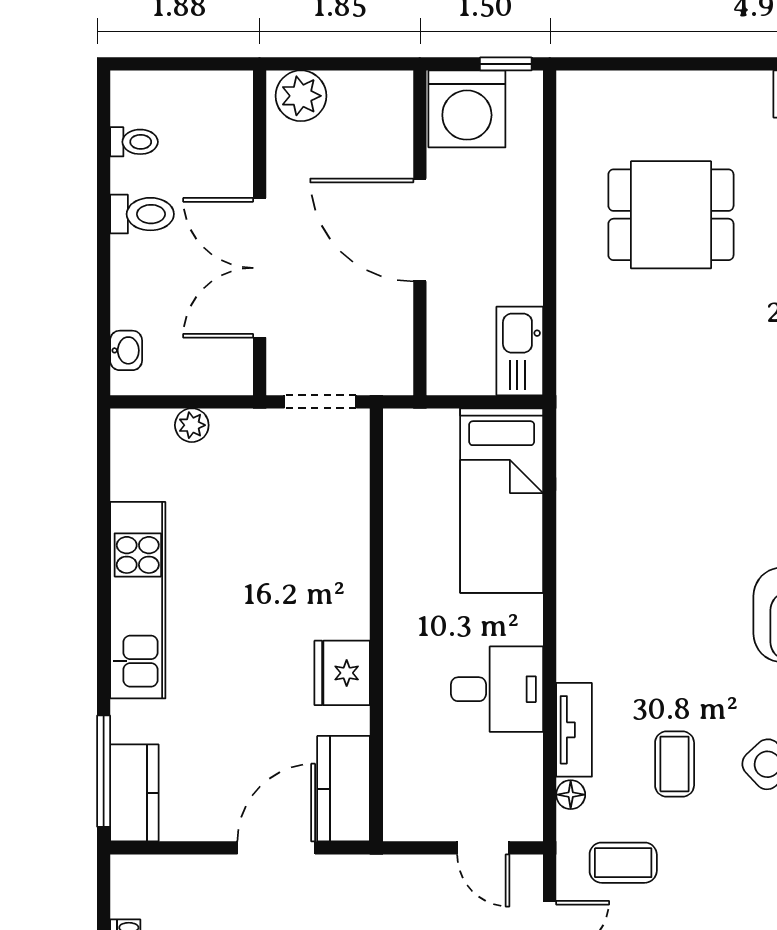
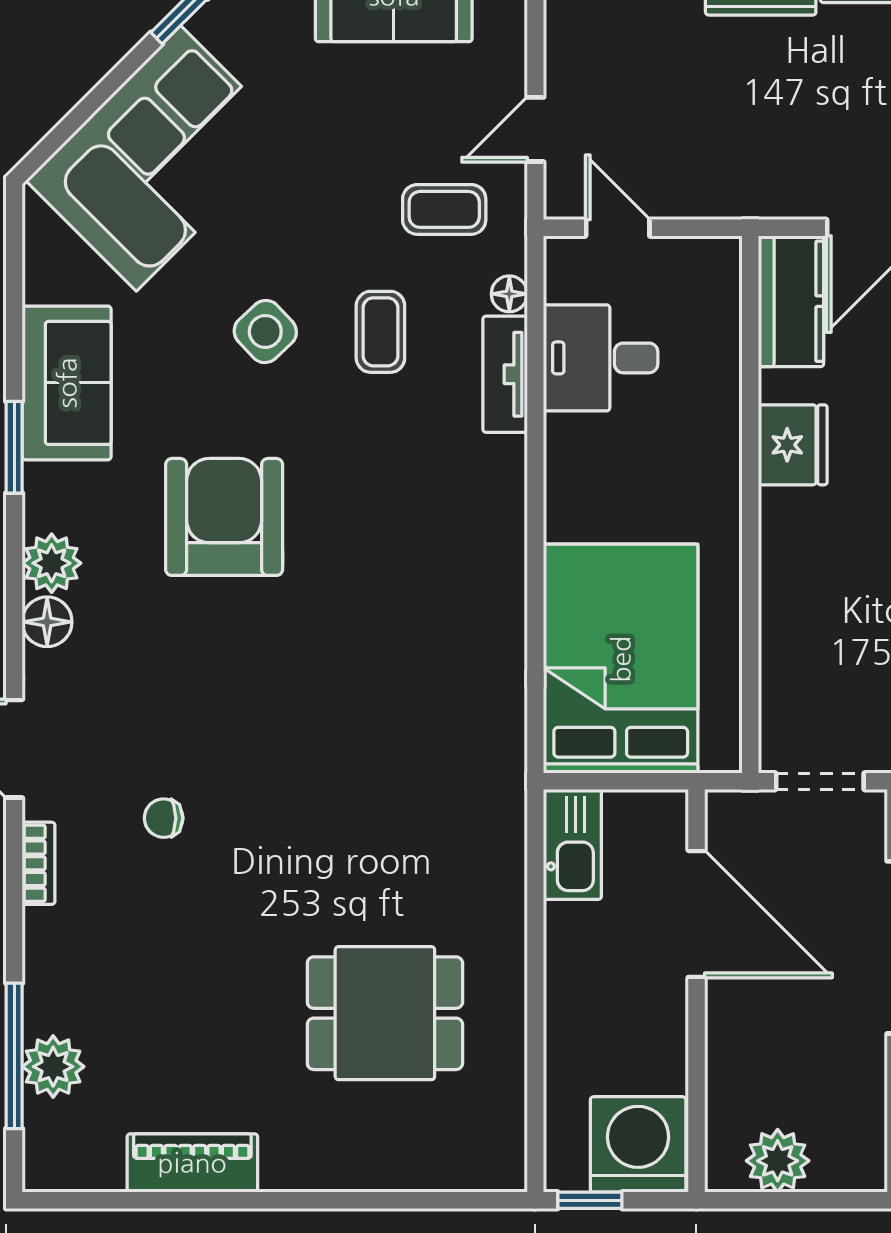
plant: (301, 96) -> (778, 1161), moved
door: (420, 230) -> (697, 914), moved
bed: (502, 501) -> (621, 659), width x1.50
desk: (497, 689) -> (601, 358), moved

